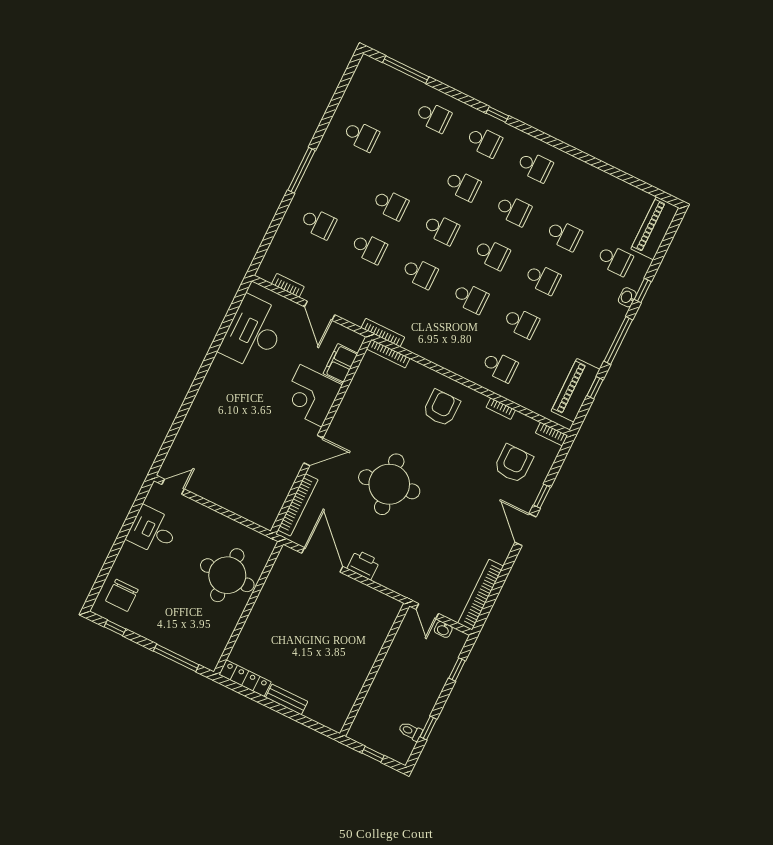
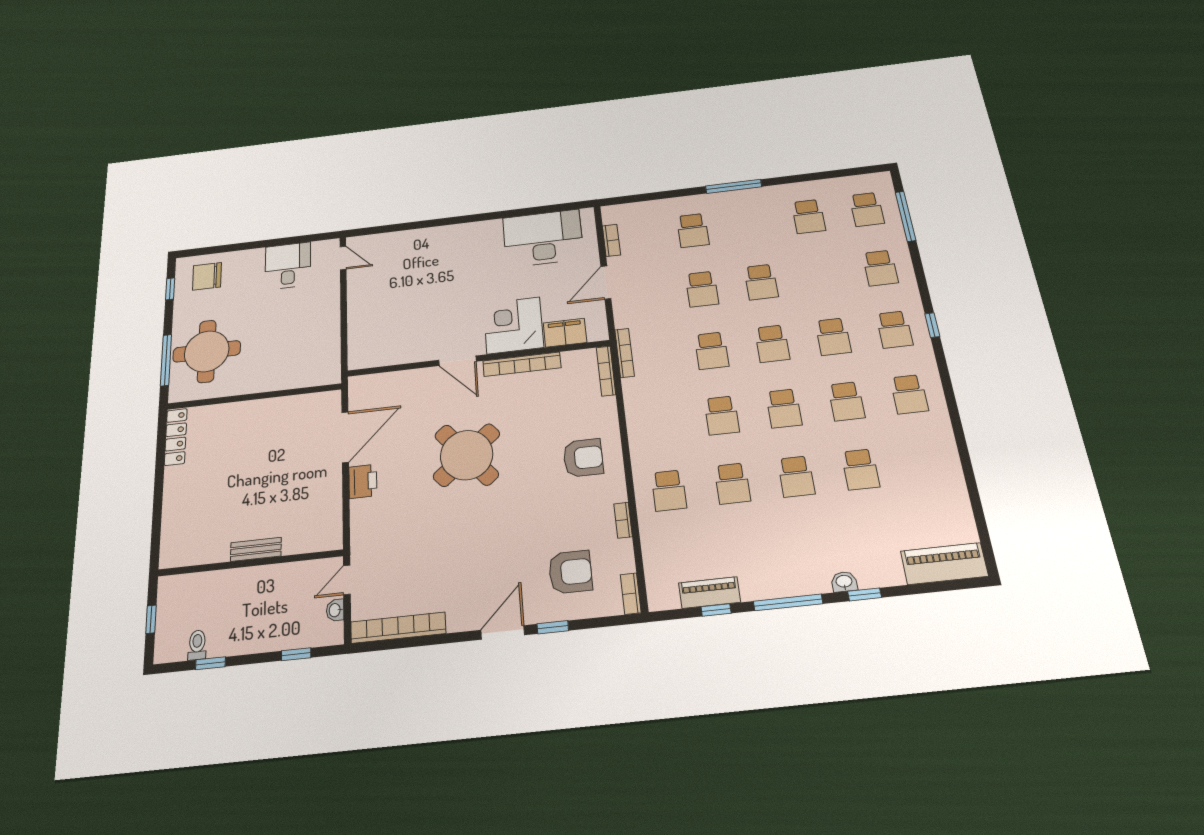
school desk: (615, 260) -> (867, 209), moved
piano: (575, 390) -> (710, 593), width x0.73, depth x0.75
round table: (389, 484) -> (467, 455), turned -31
bookcase: (298, 505) -> (522, 364), moved
round table: (227, 575) -> (207, 351), moved
bench: (287, 699) -> (256, 549), moved, turned 90

